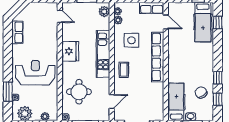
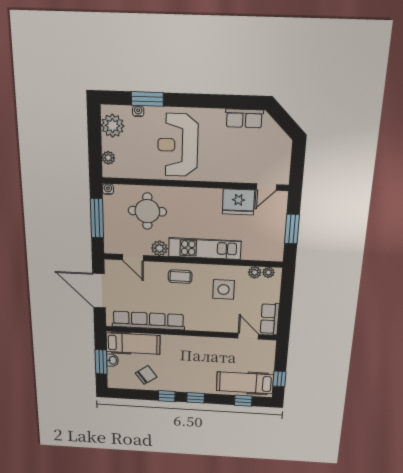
plant: (104, 12) -> (159, 248), moved
door: (166, 22) -> (248, 336), swing flipped
fridge: (70, 51) -> (238, 202), moved
row of seats: (158, 57) -> (148, 321), moved
reception desk: (35, 73) -> (178, 145), turned 180
window: (218, 99) -> (196, 398), moved

